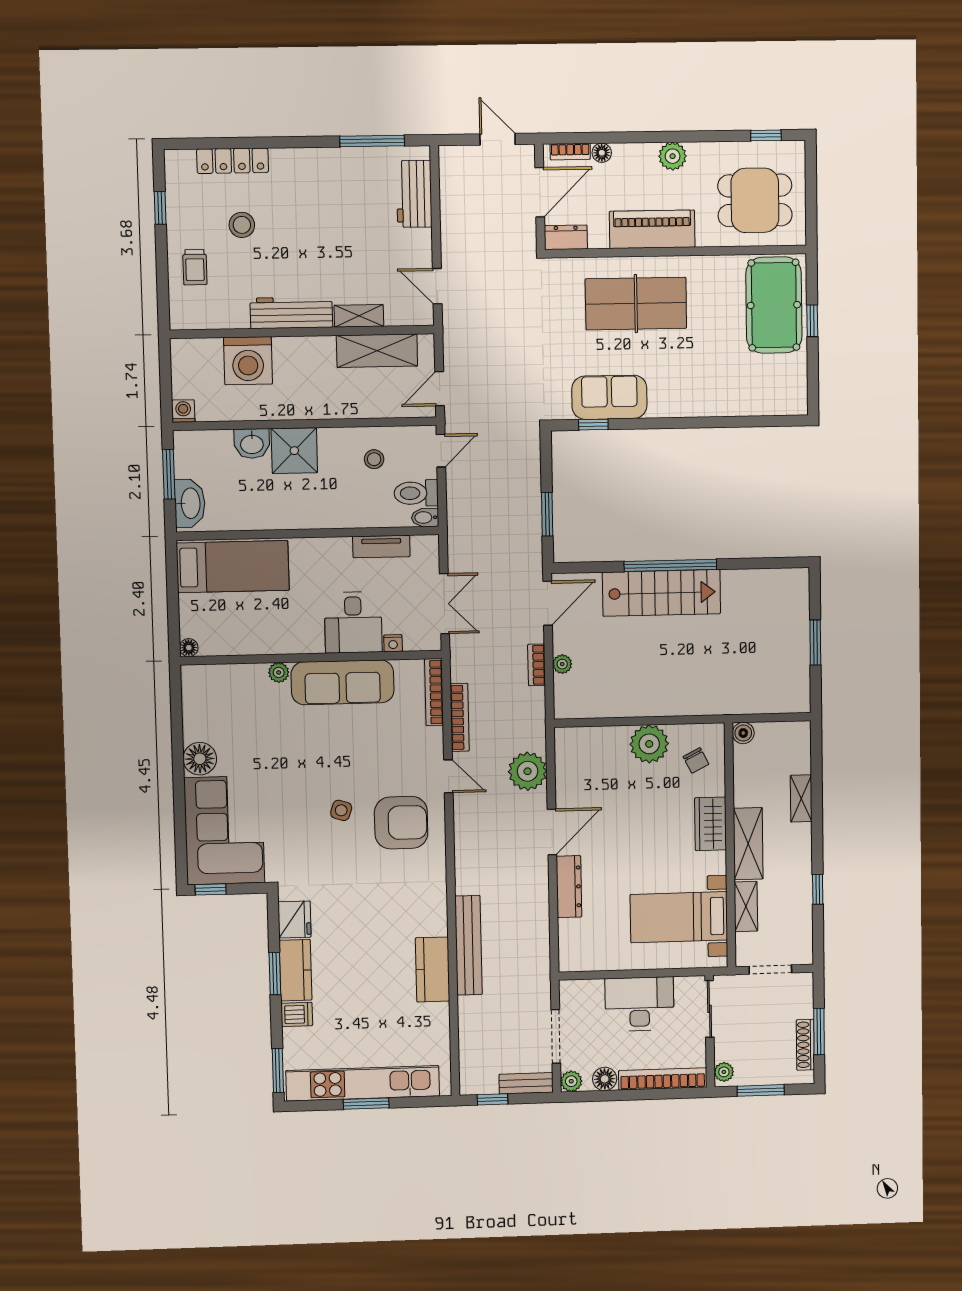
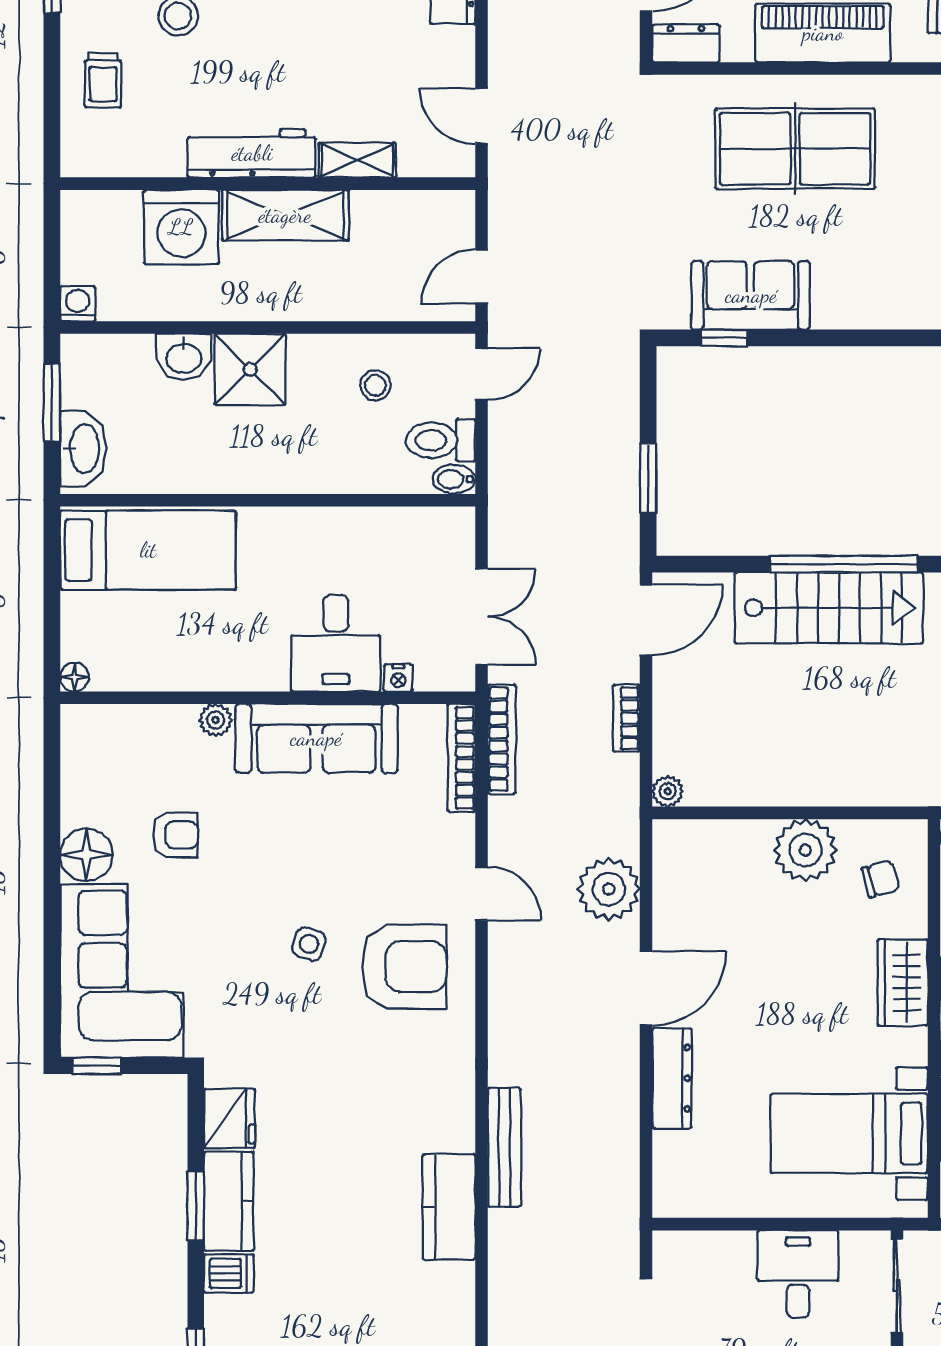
shelving: (377, 351) -> (285, 215), moved
tv unit: (381, 547) -> (383, 524), removed
plant: (562, 664) -> (668, 791), moved
bookcase: (460, 717) -> (502, 739), moved
armchair: (255, 745) -> (175, 835), added
chair: (696, 760) -> (881, 879), turned -79
bench: (469, 945) -> (504, 1147), width x0.73, depth x0.82
desk: (639, 1004) -> (798, 1274), width x0.73

